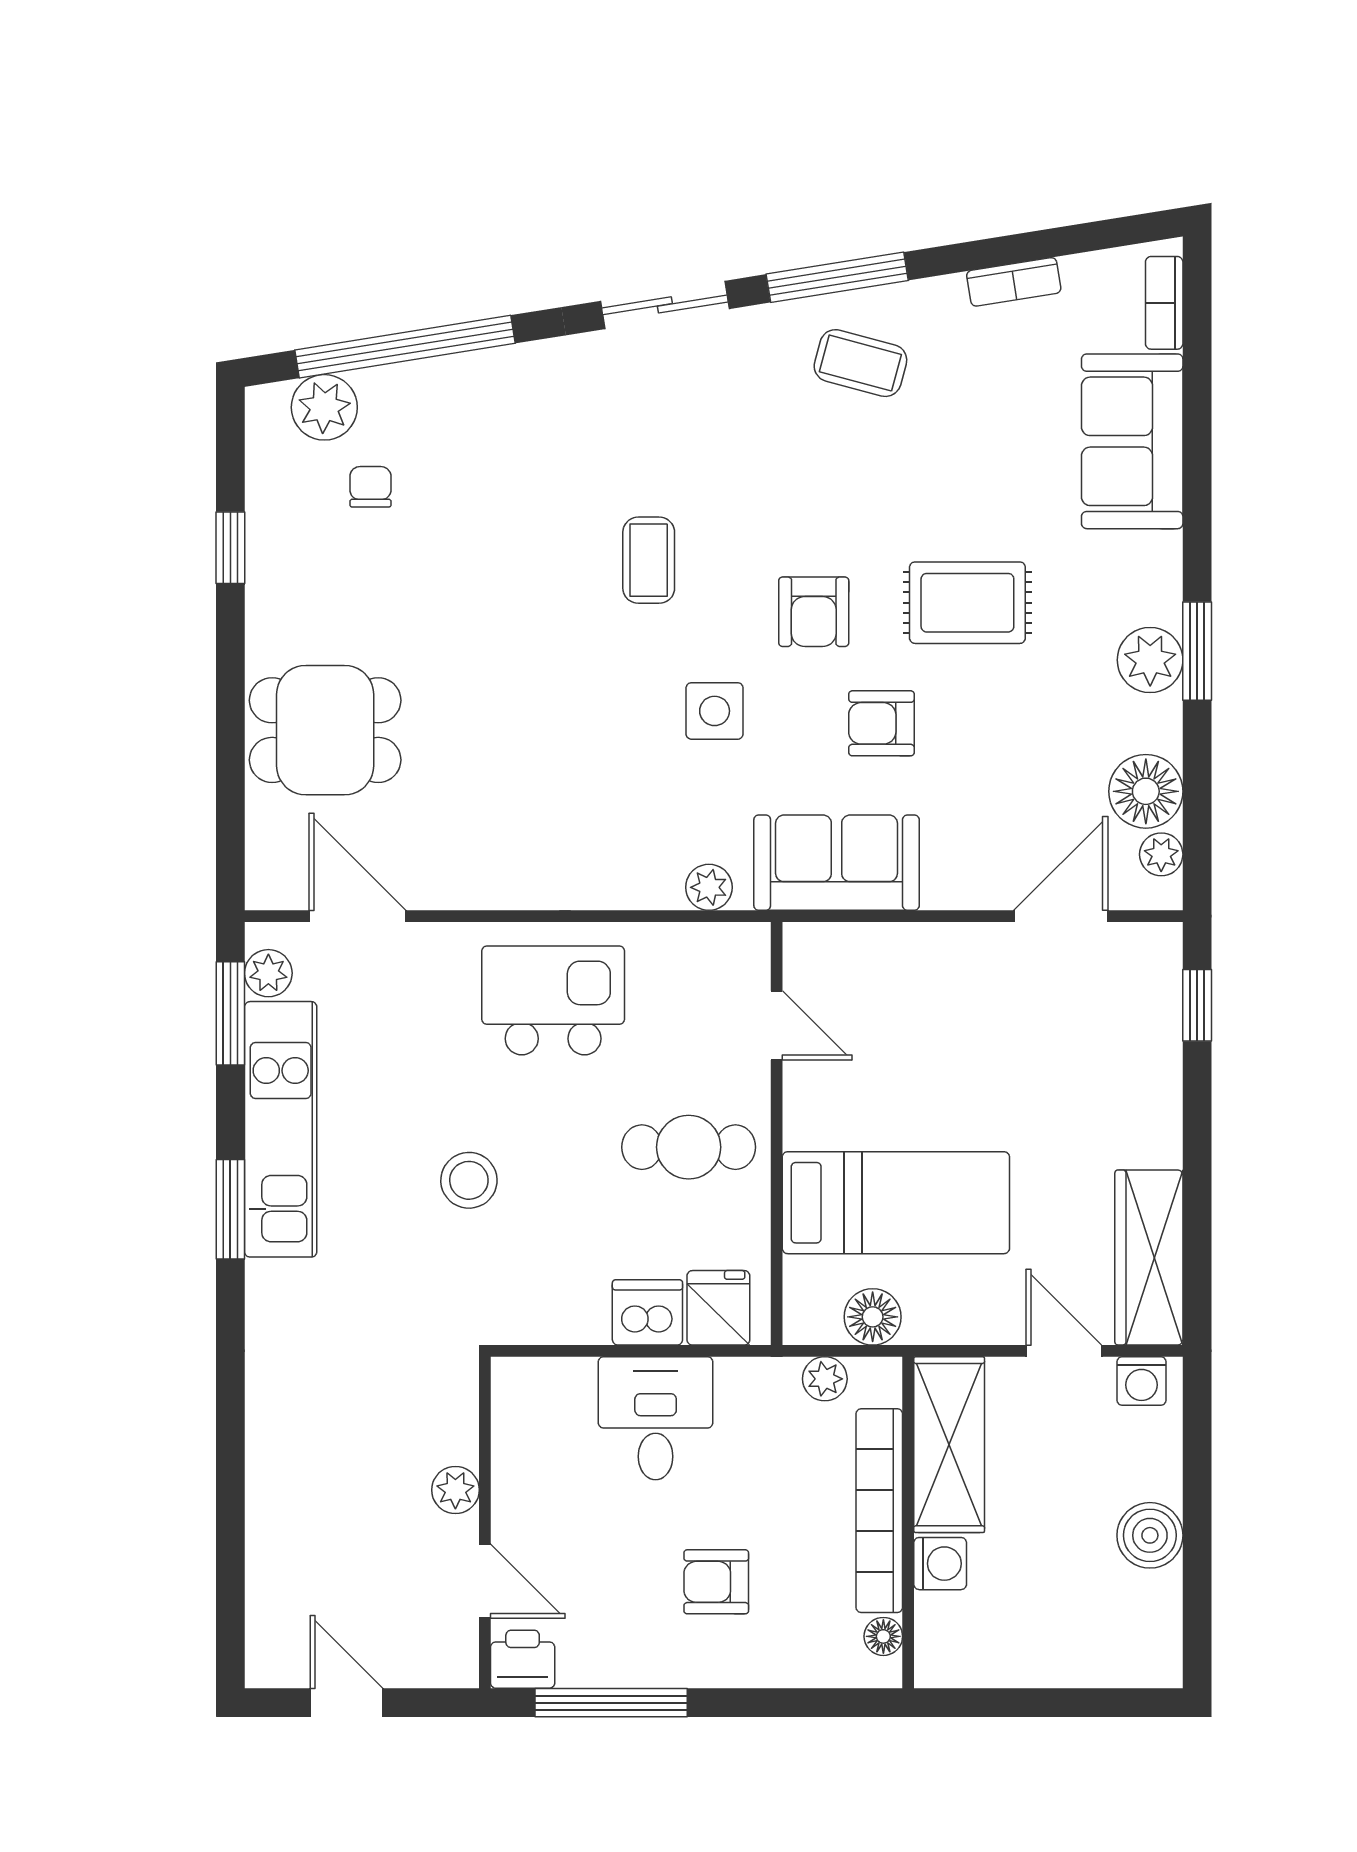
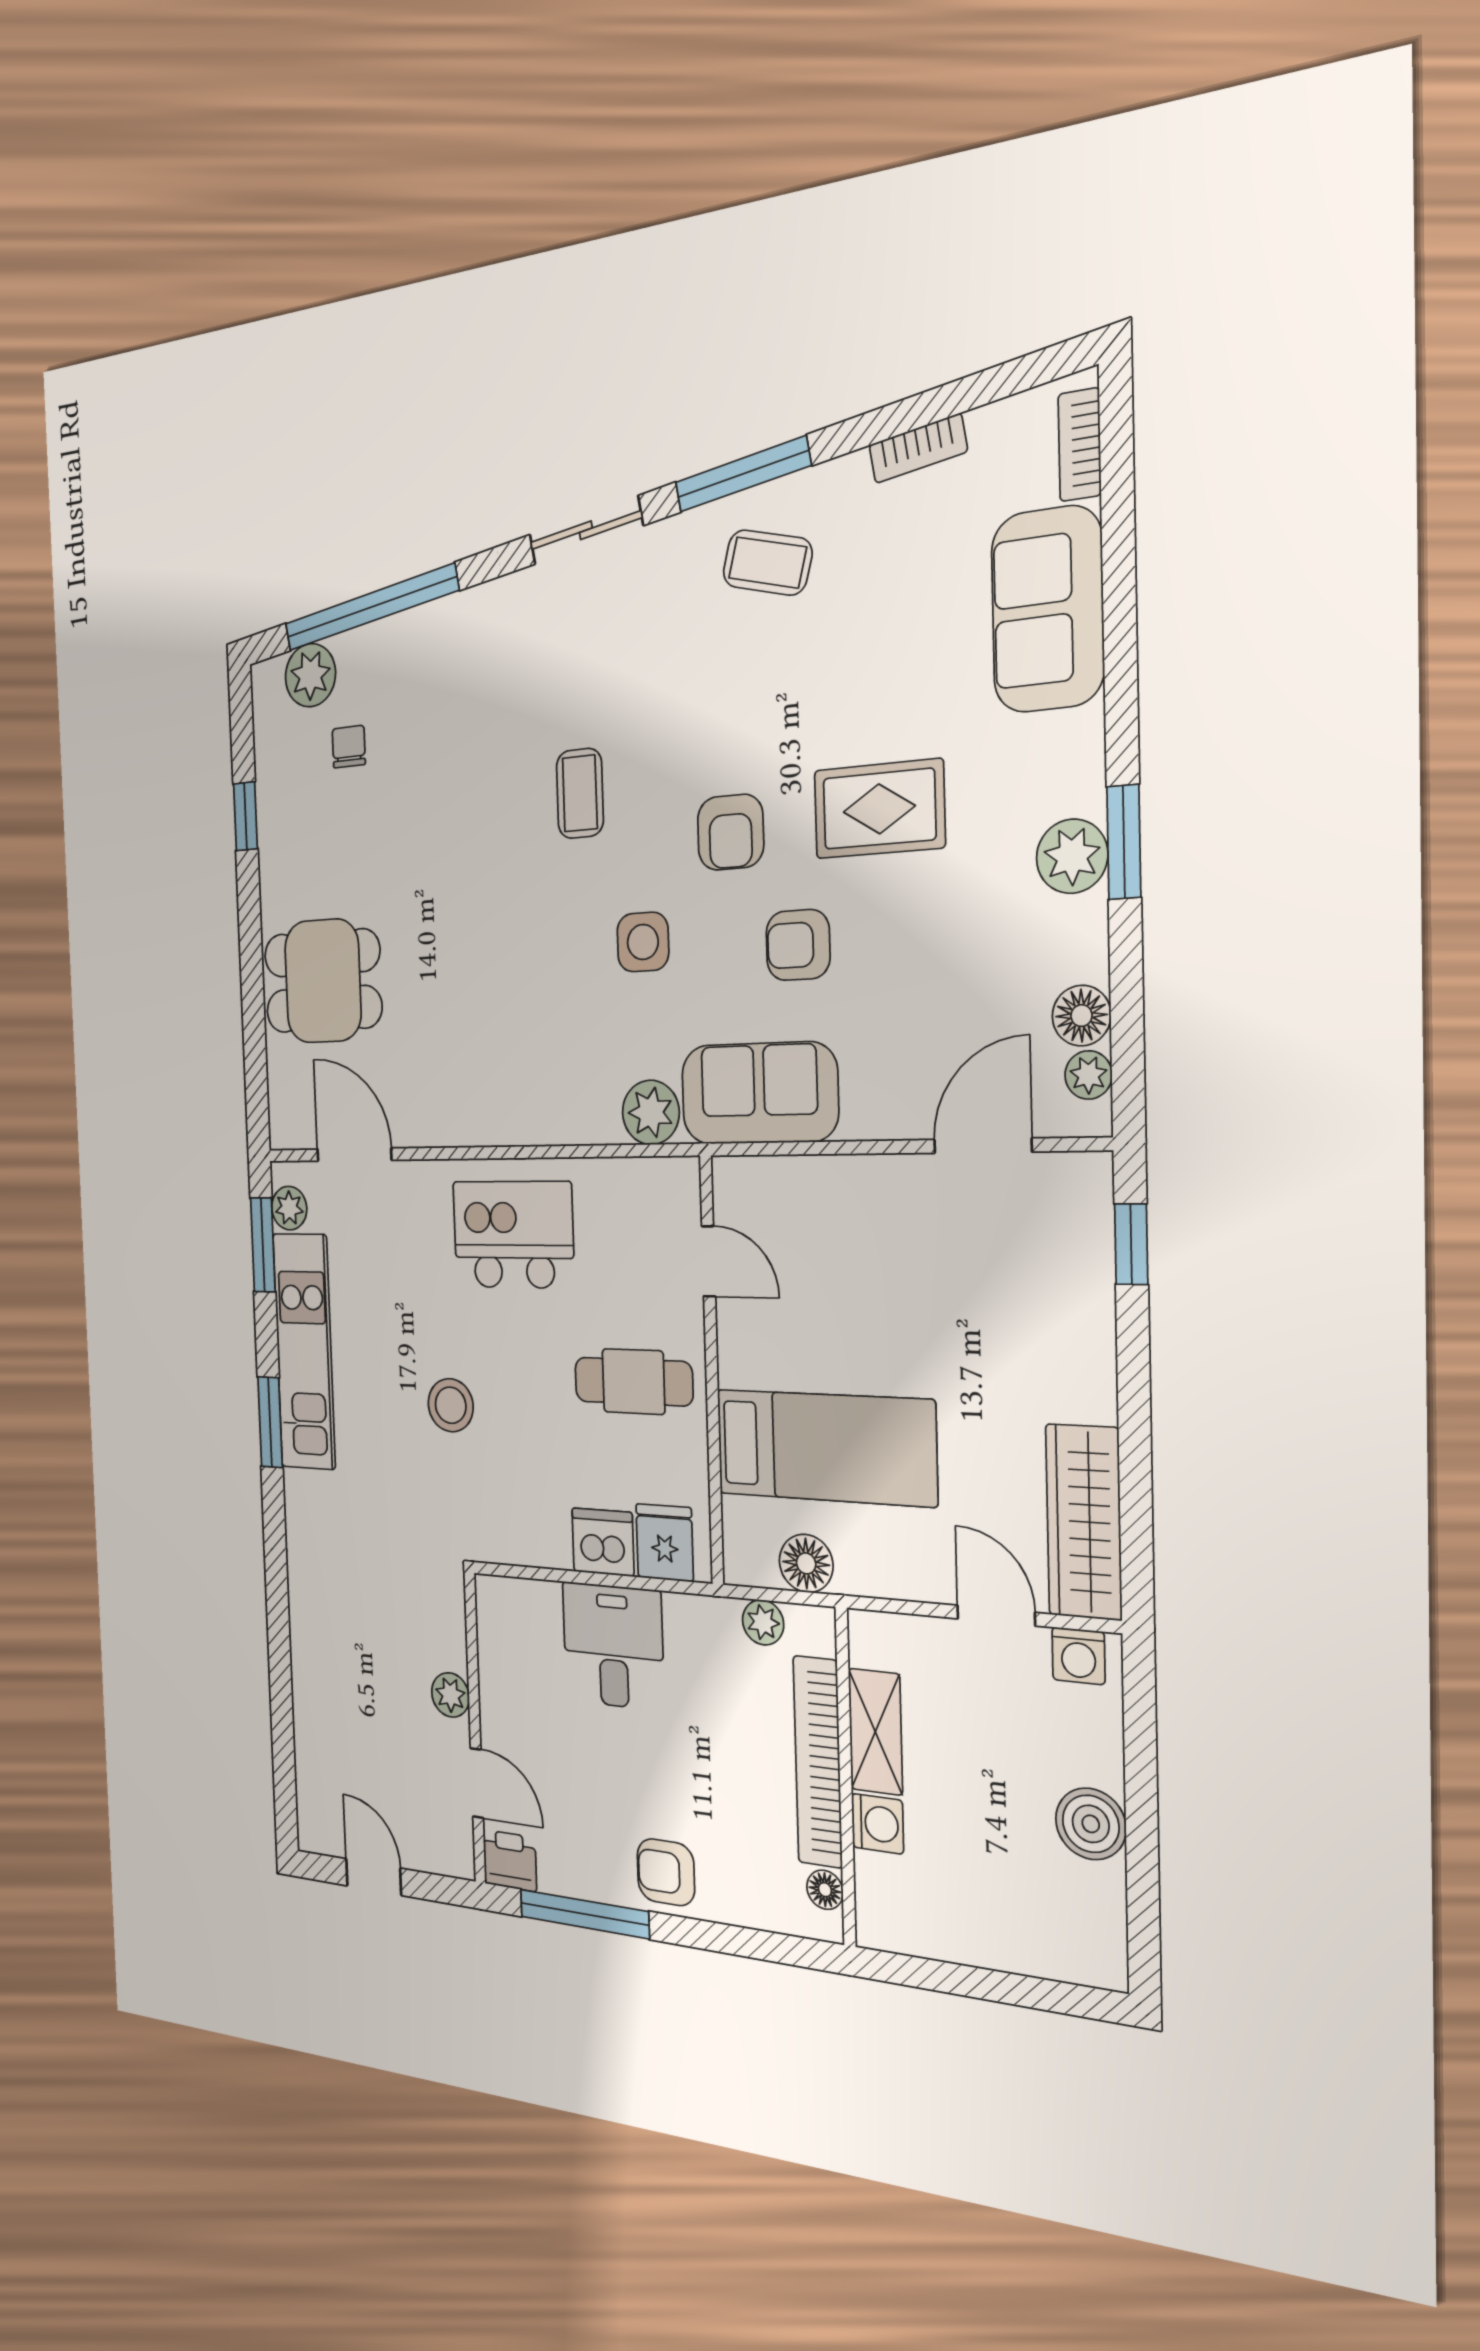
floor lamp: (1146, 791) -> (1081, 1016), width x0.73, depth x0.73
plant: (709, 887) -> (651, 1112), width x1.38, depth x1.38
shelving: (949, 1445) -> (875, 1732), width x0.67, depth x0.75
armchair: (716, 1582) -> (666, 1872), moved

